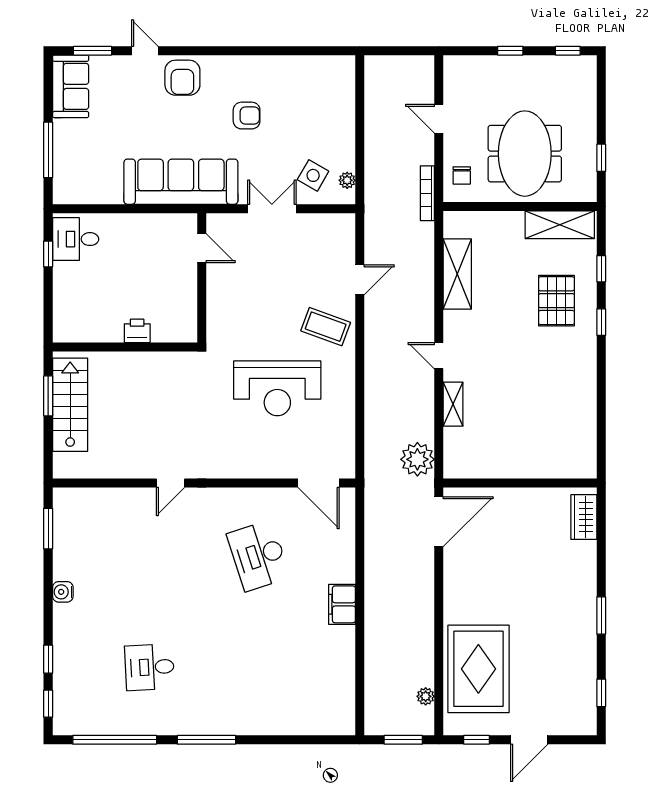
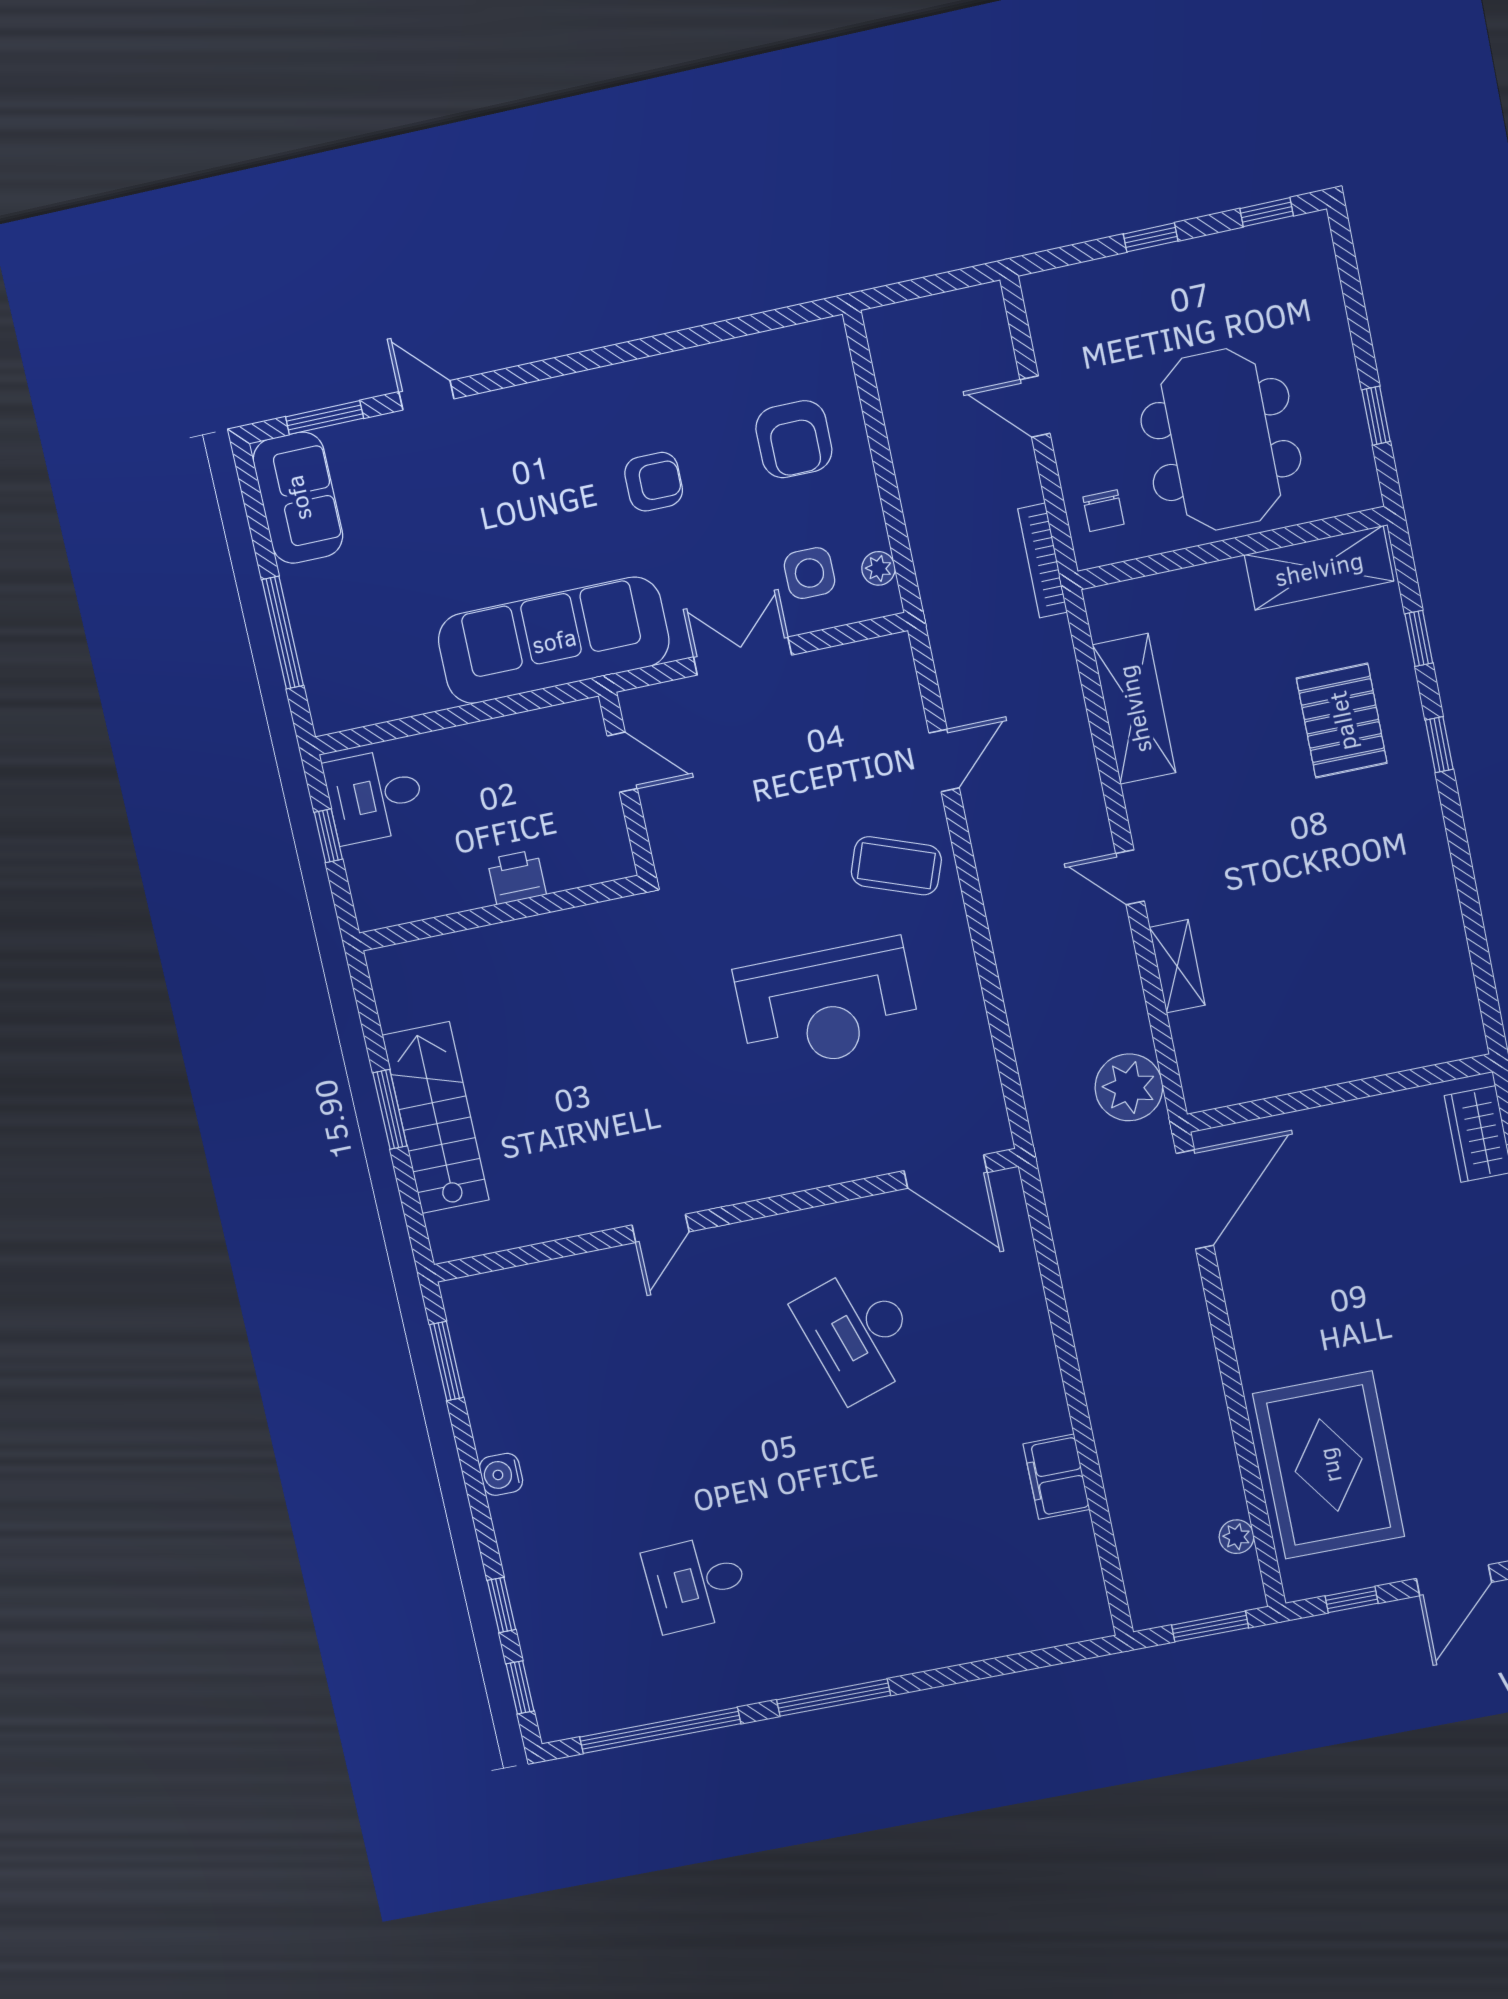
armchair: (182, 78) -> (794, 439), moved
side table: (313, 175) -> (809, 573), turned -30
printer: (137, 331) -> (517, 877), moved
wall: (125, 347) -> (500, 913), moved
filing cabinet: (342, 604) -> (1057, 1477), moved

